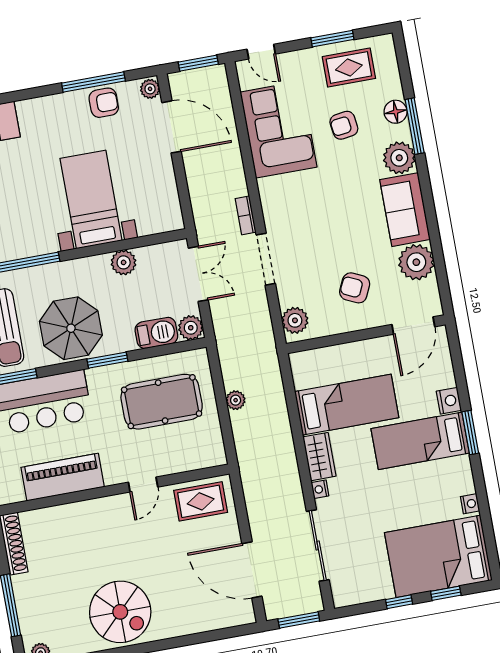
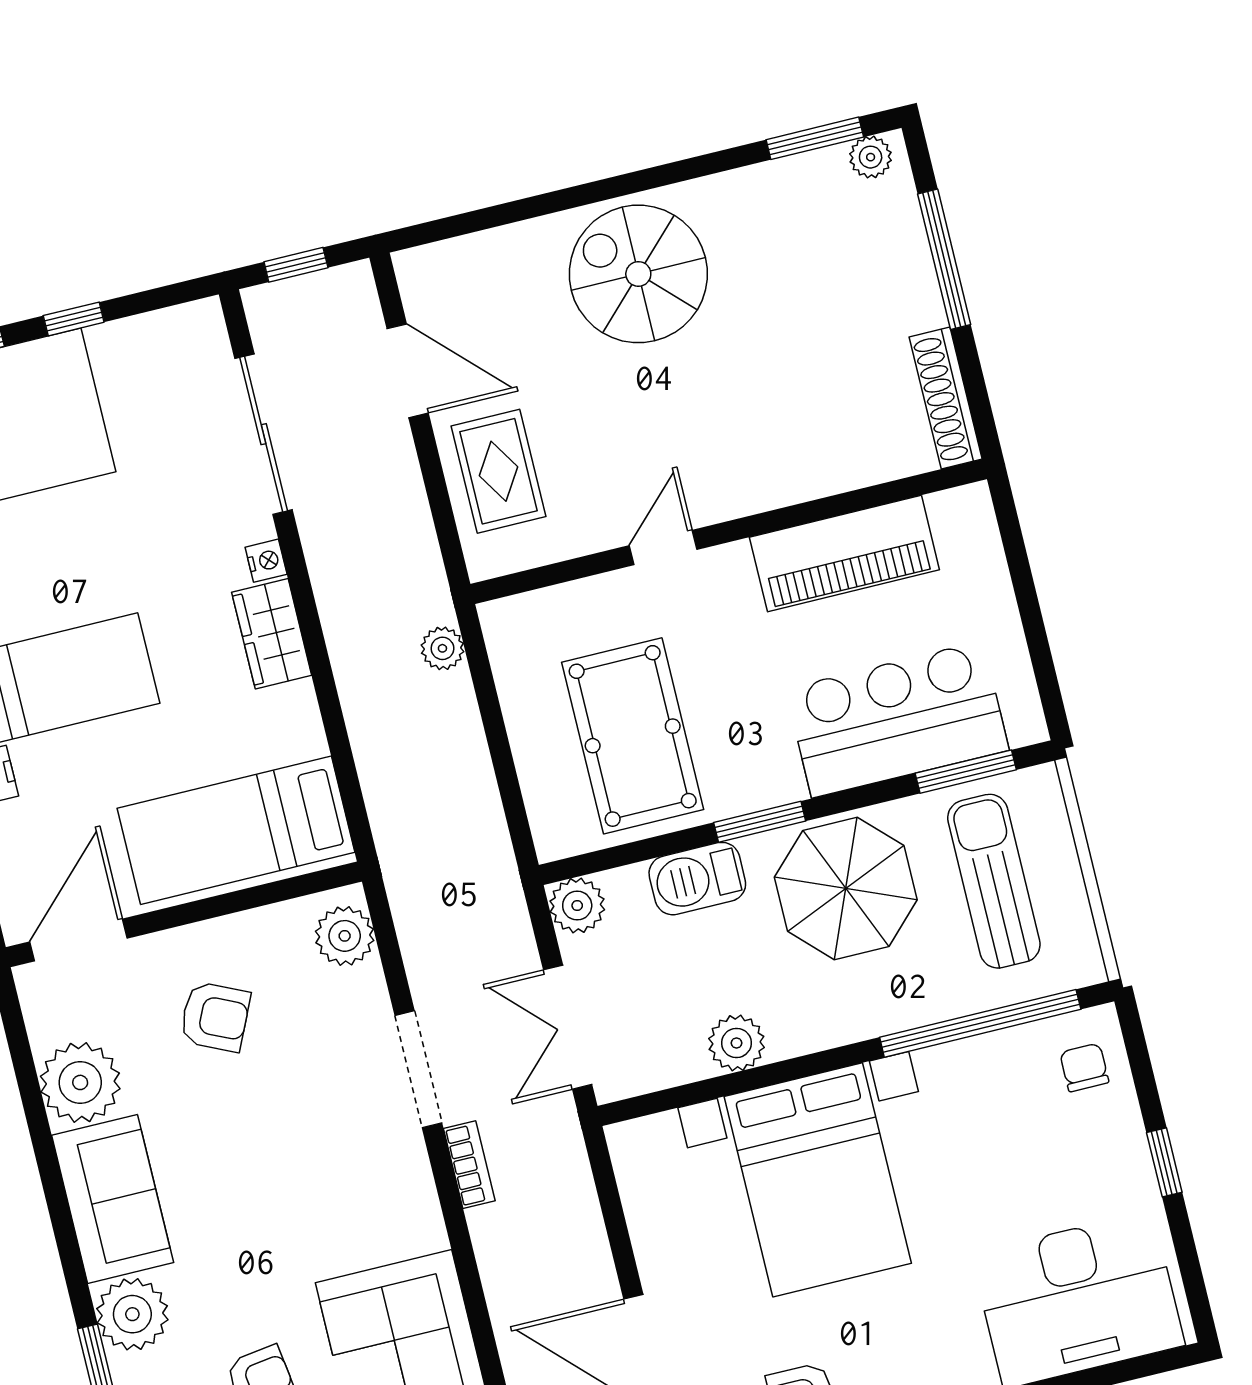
bed with nightstands: (91, 199) -> (818, 1180), width x1.36
barbecue: (156, 333) -> (697, 879), moved
plant: (236, 400) -> (442, 648), moved
pool table: (162, 402) -> (633, 736), turned 90
bed: (347, 405) -> (236, 830), moved
rug: (201, 501) -> (499, 471), moved, turned 90
door: (252, 570) -> (408, 371), width x0.73
spiral stairs: (120, 612) -> (638, 274), moved
window: (299, 620) -> (296, 265), width x0.67

